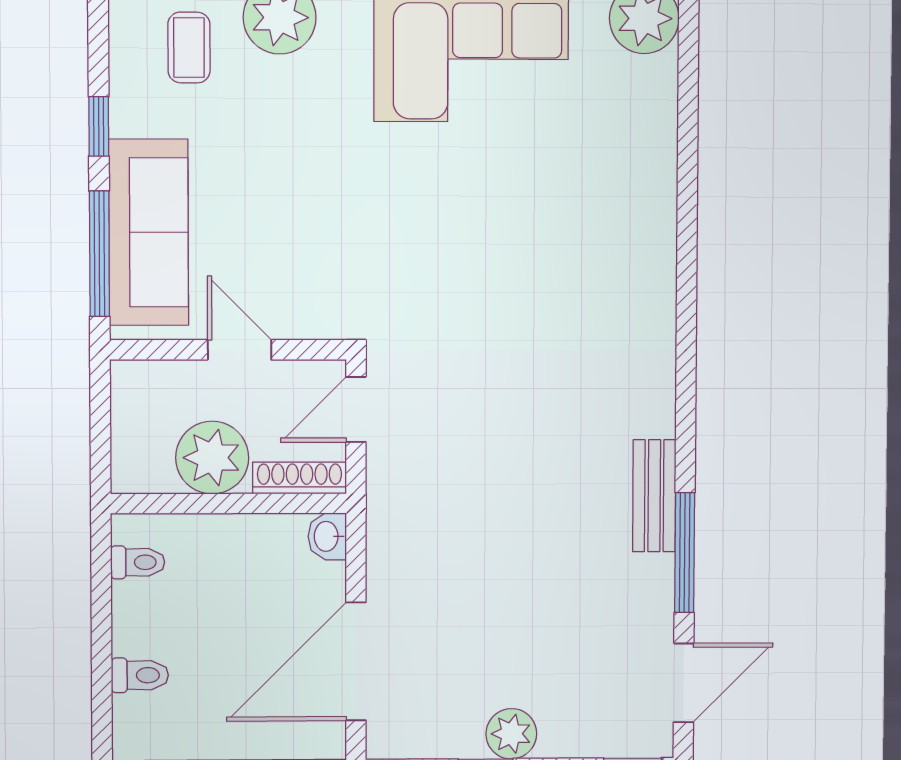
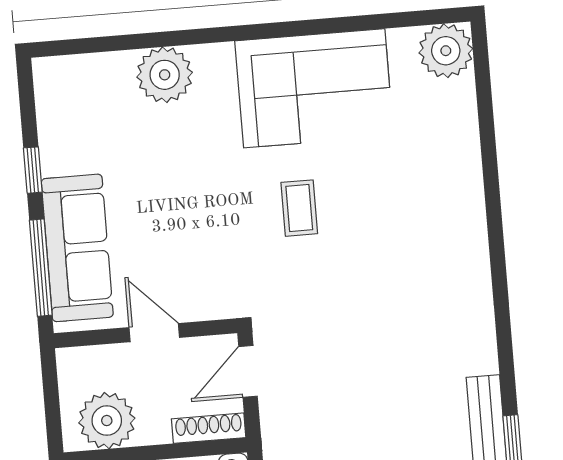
coffee table: (189, 48) -> (299, 208), moved
plant: (212, 458) -> (107, 421), moved

